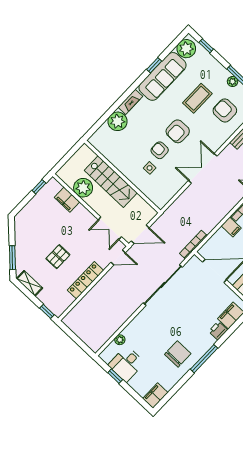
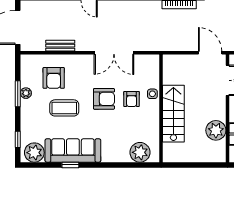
fireplace: (130, 102) -> (116, 157), removed
wall: (122, 177) -> (161, 108), moved
stairs: (111, 182) -> (173, 114), moved

